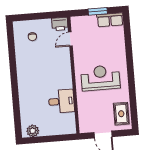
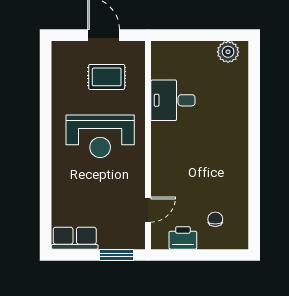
window: (98, 11) -> (116, 255), moved
printer: (60, 24) -> (183, 238), moved
rug: (121, 114) -> (107, 77), moved, turned 90

